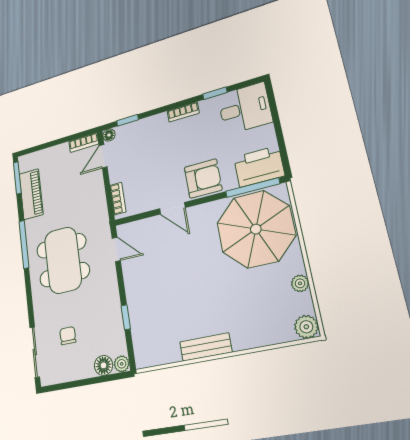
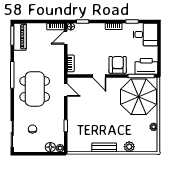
armchair: (203, 179) -> (118, 65), turned -90
piano: (31, 194) -> (20, 37), moved
plant: (306, 327) -> (129, 147), moved

